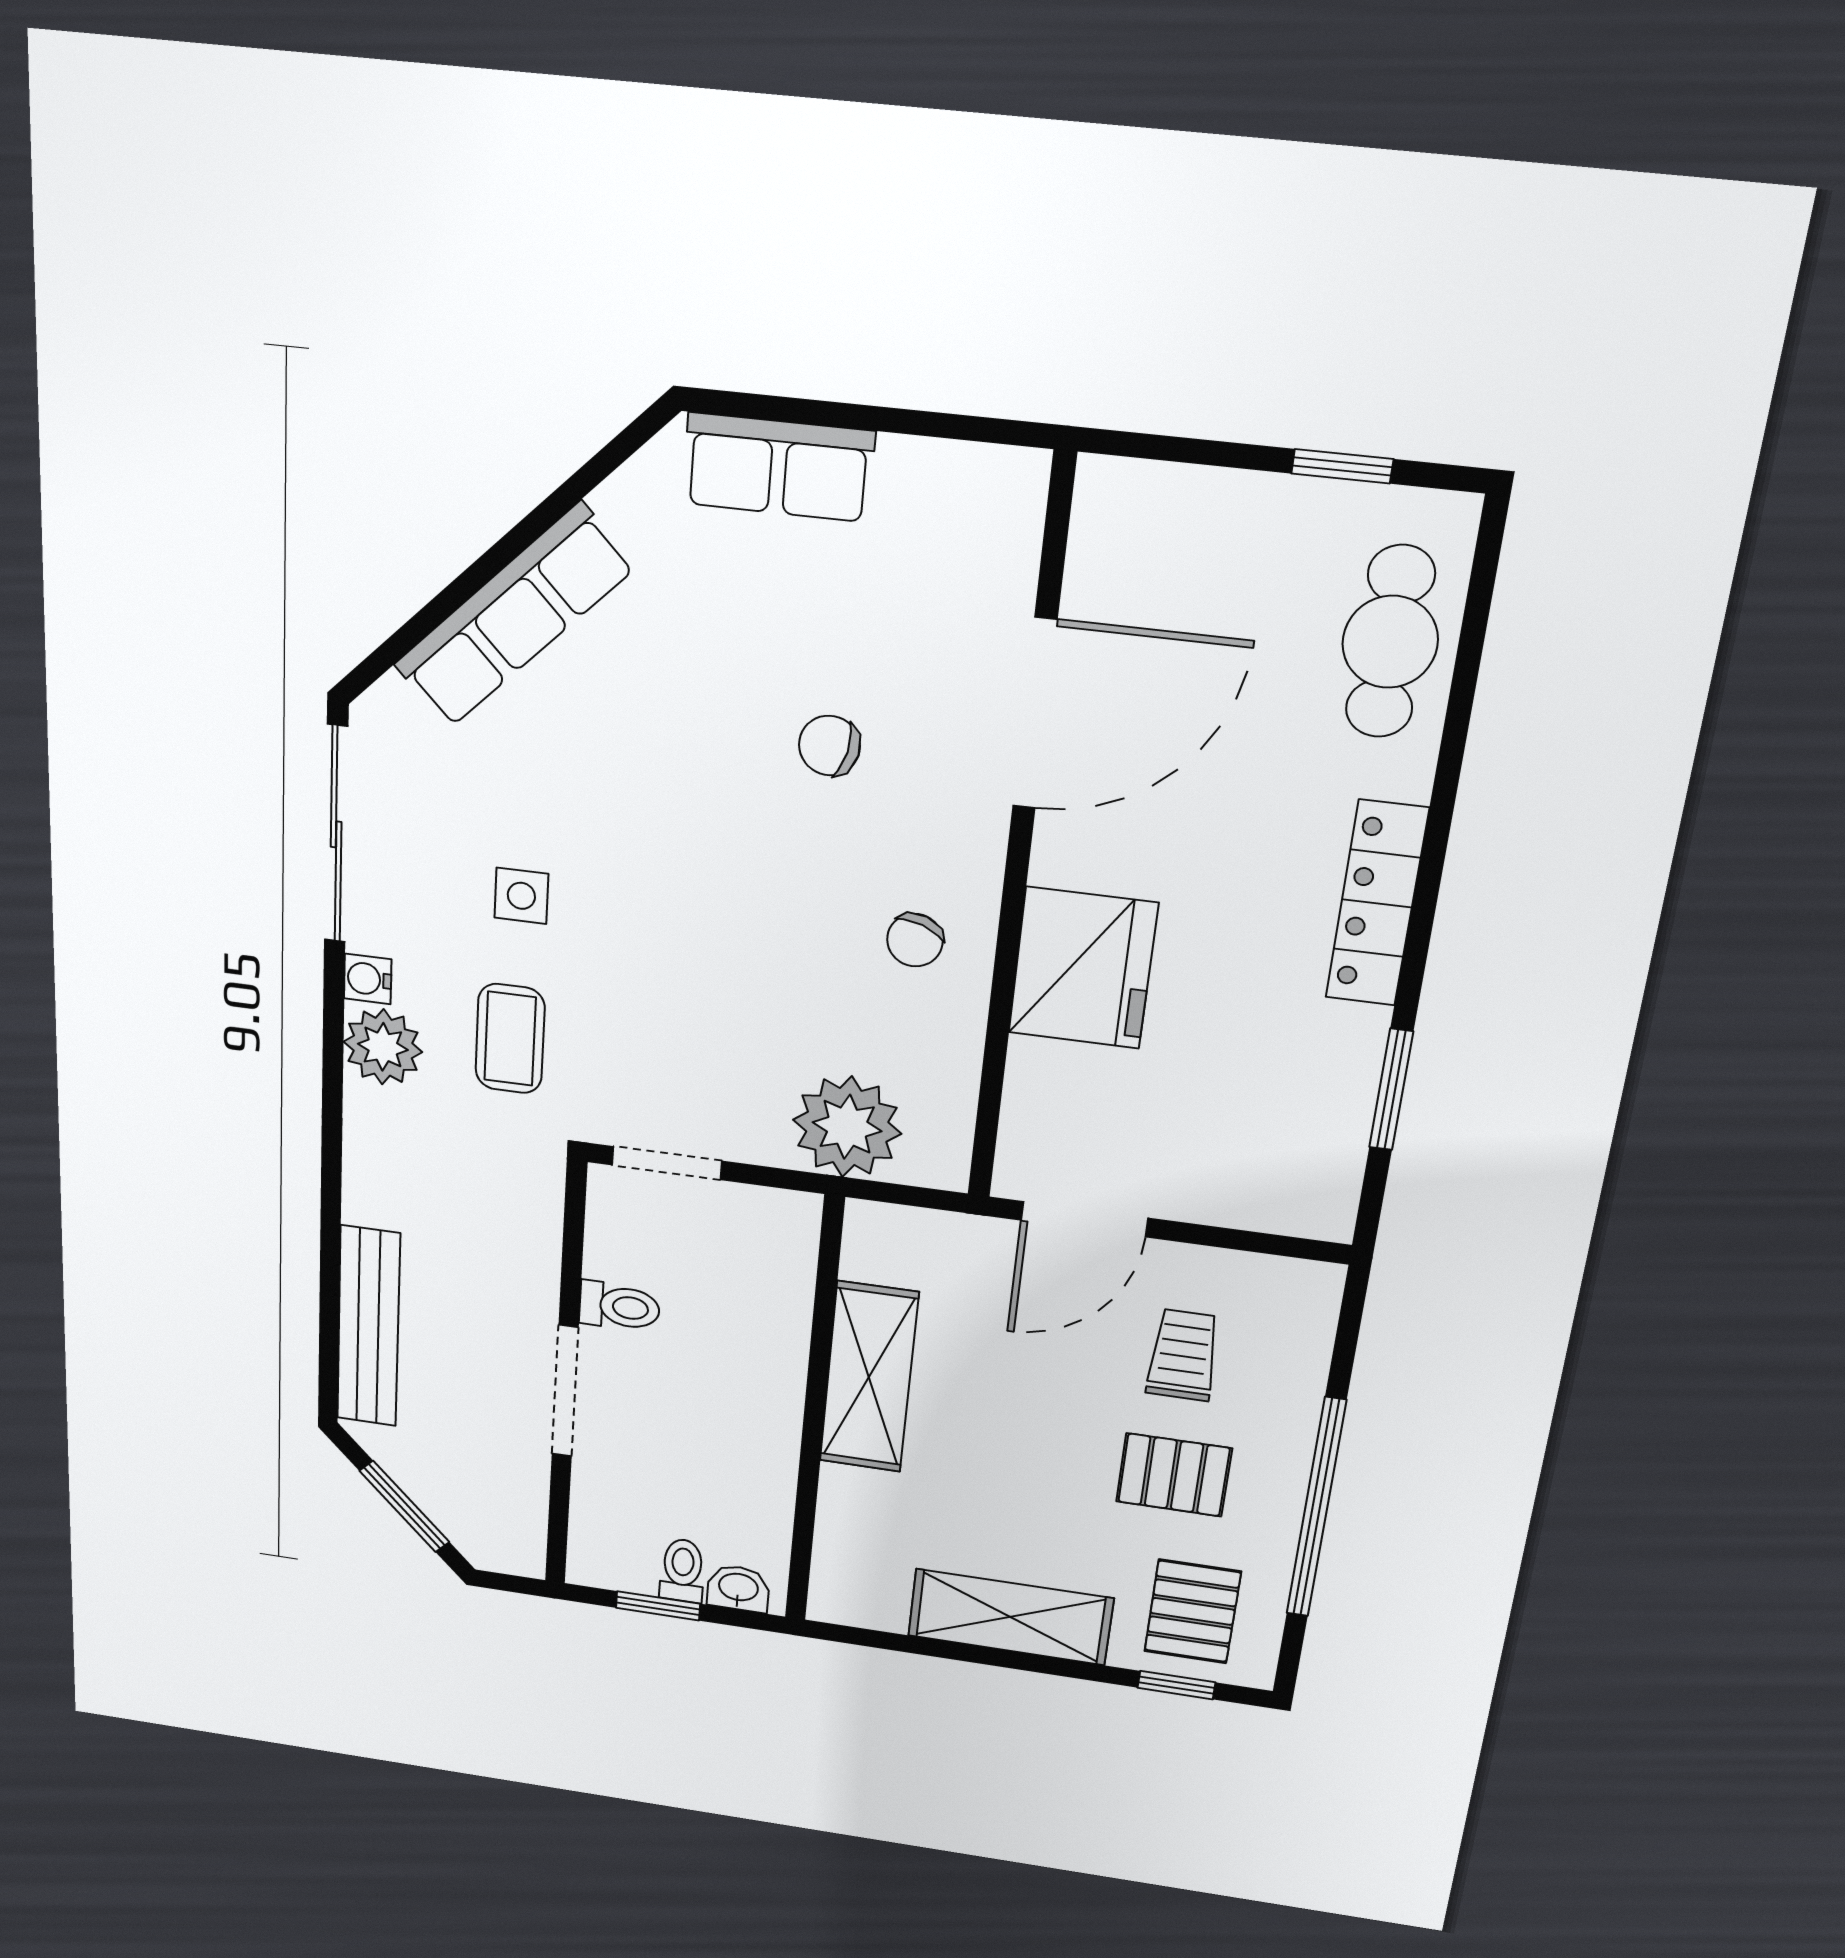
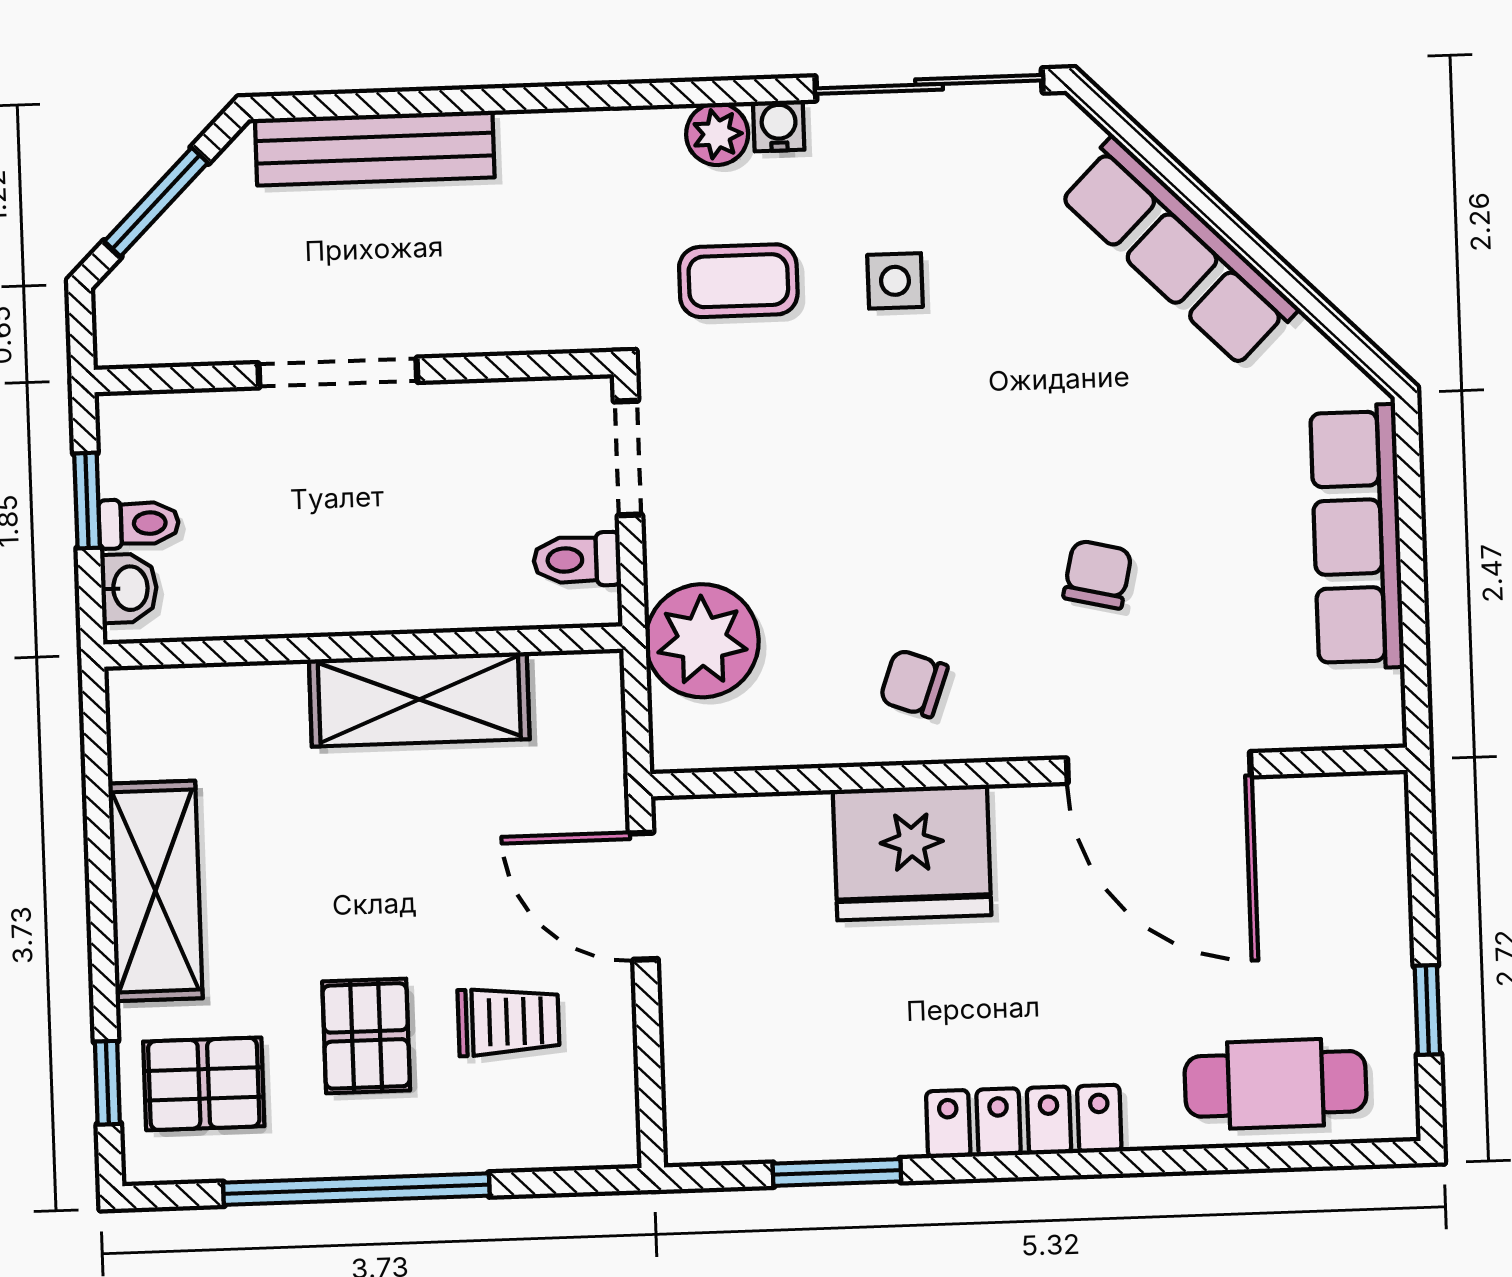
row of seats: (778, 467) -> (1357, 537), width x1.48
plant: (383, 1047) -> (717, 134), width x0.73, depth x0.73
toilet: (619, 1306) -> (577, 560), moved, turned 90

